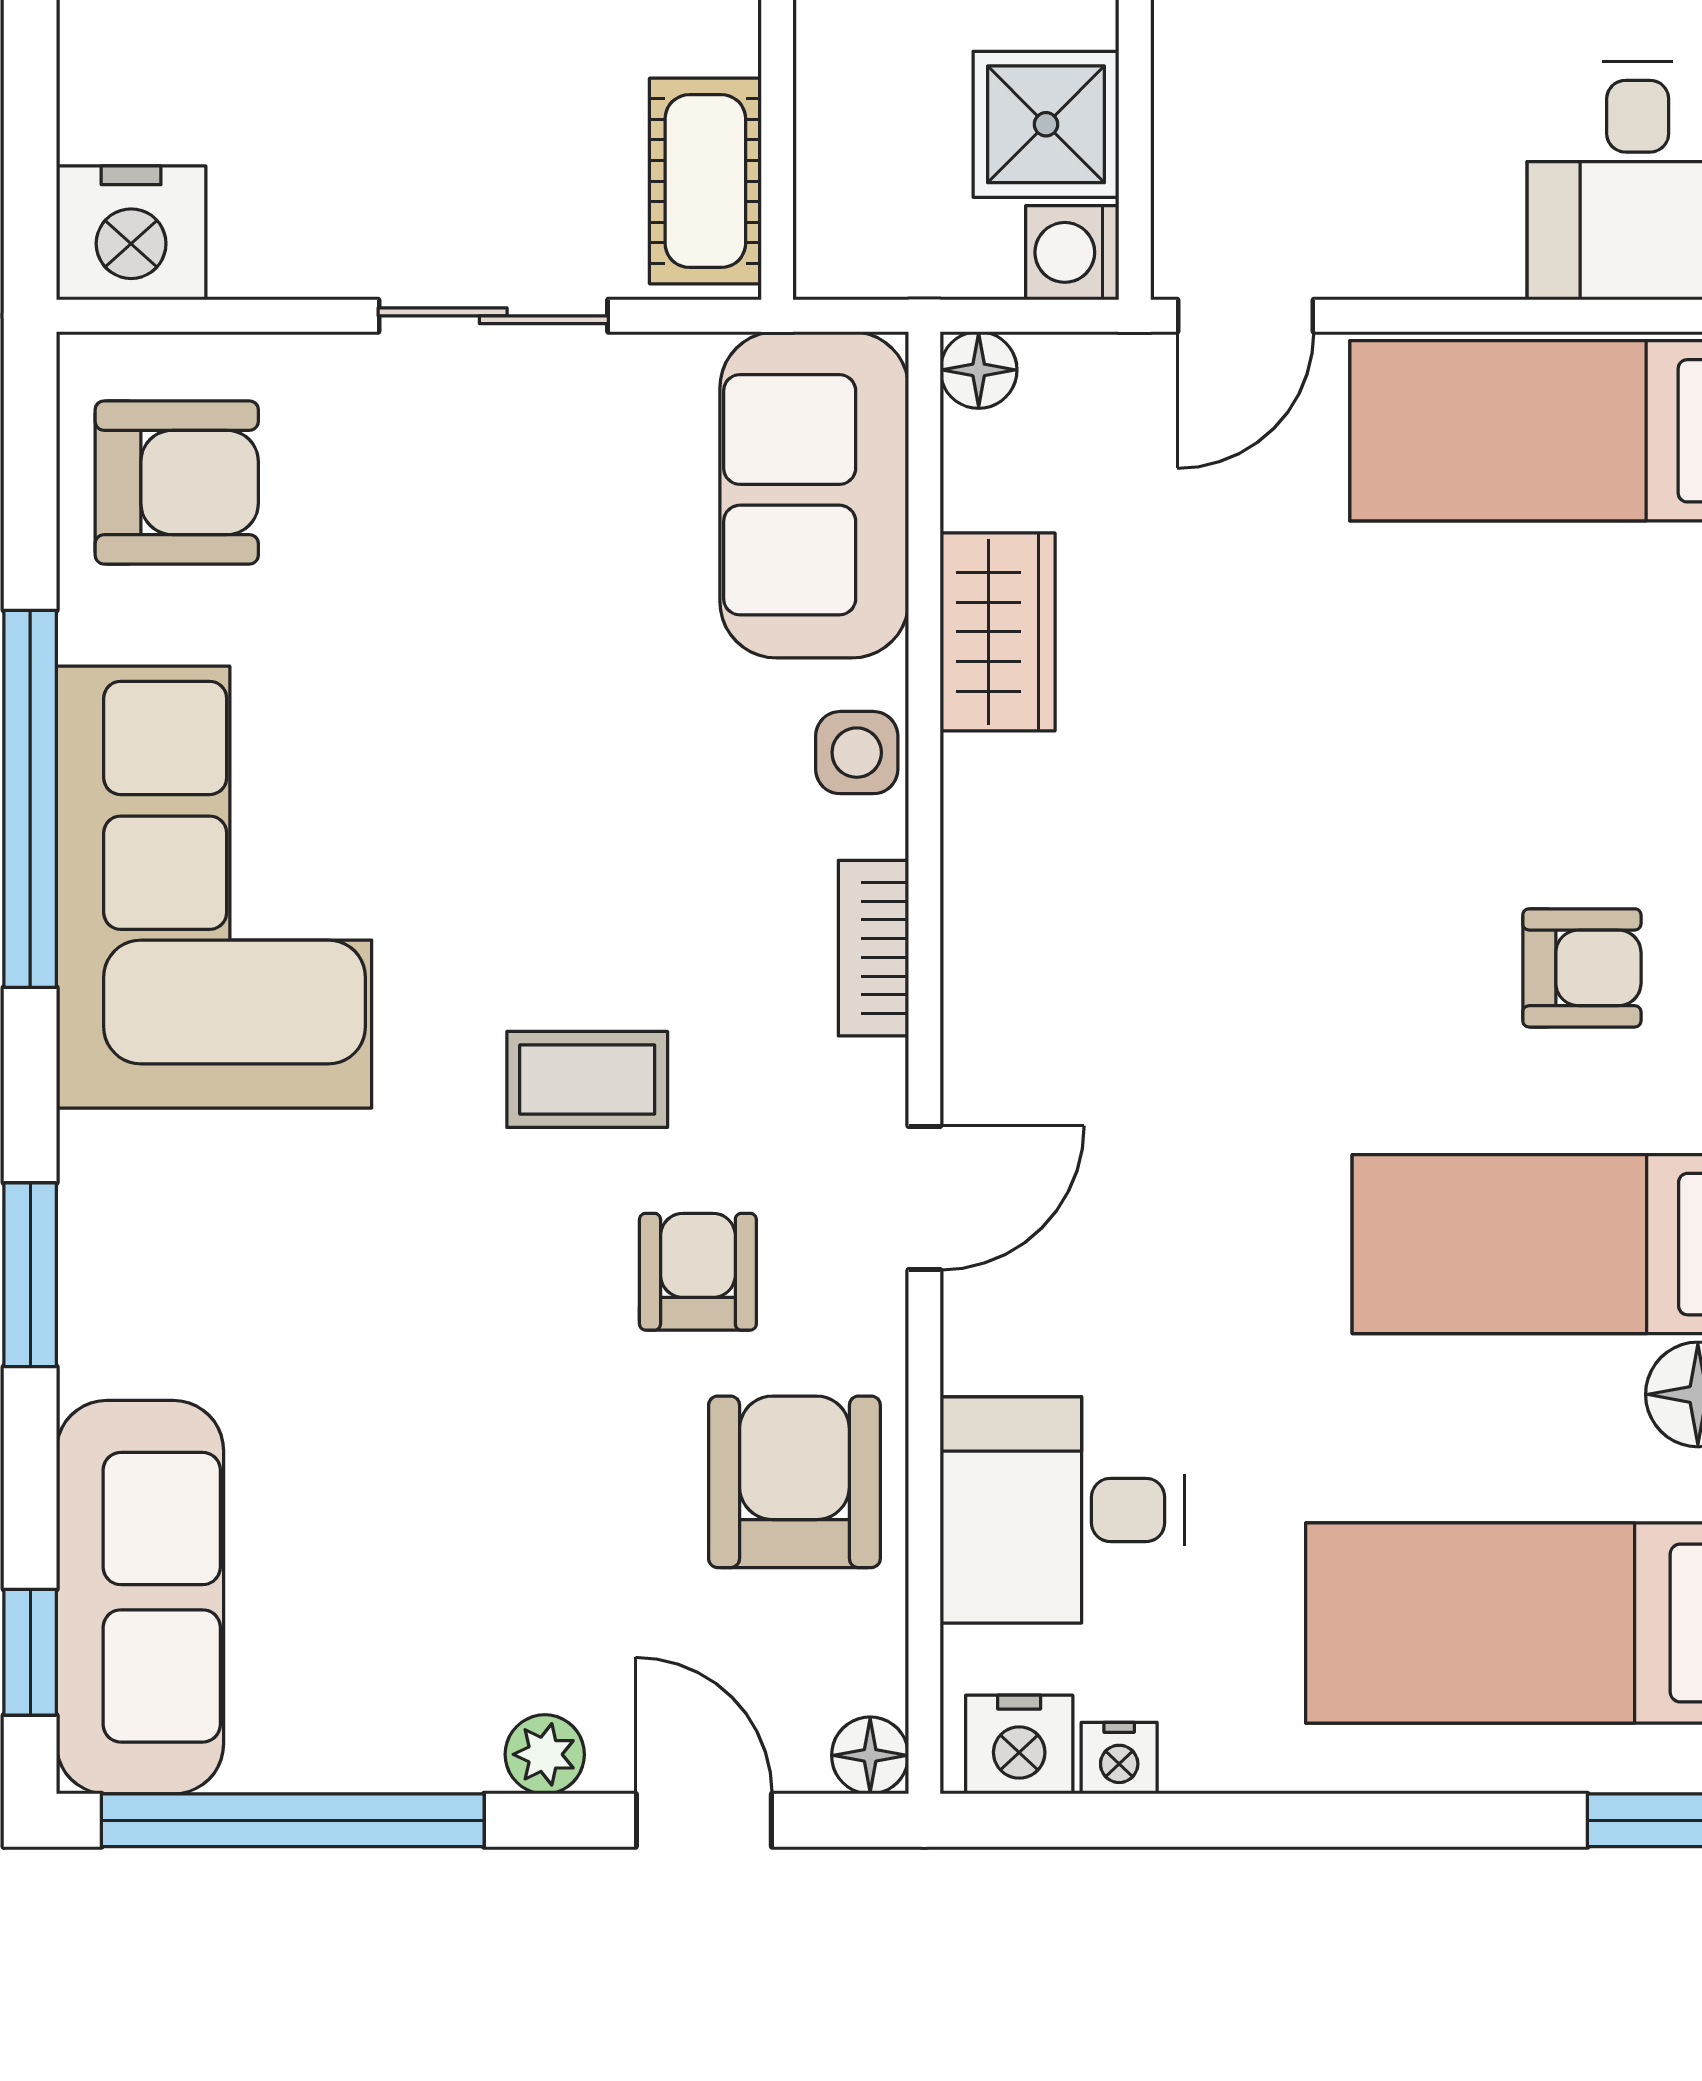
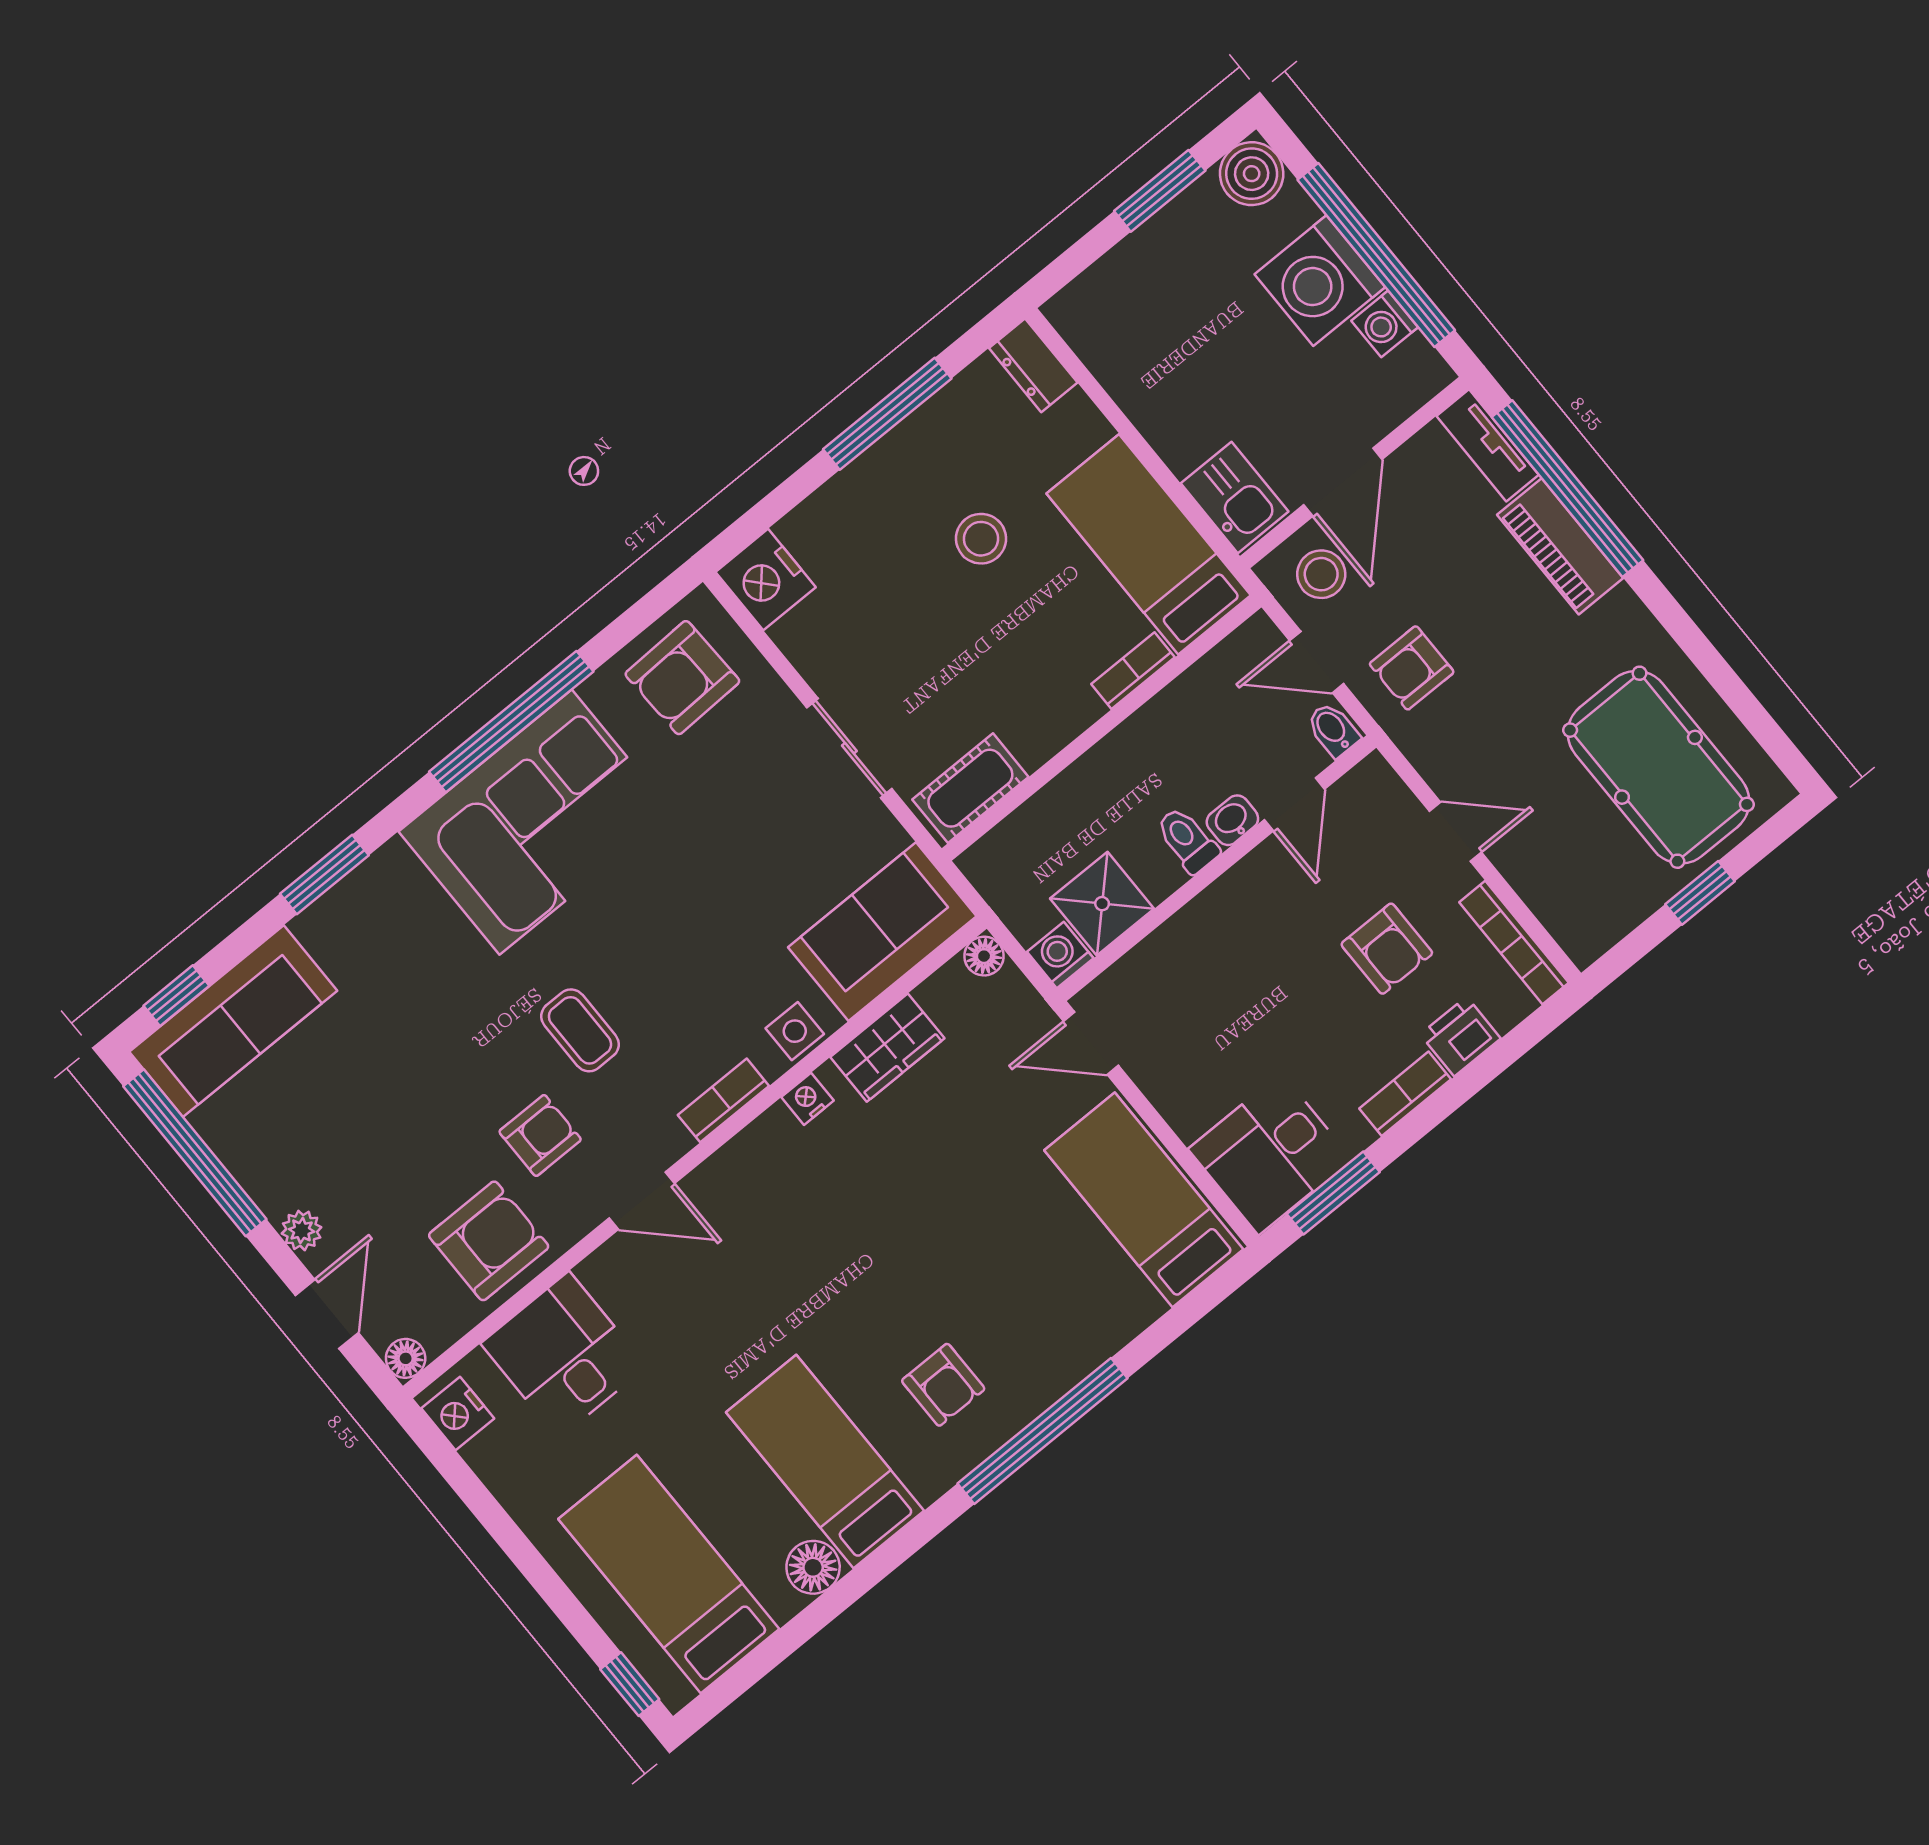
armchair: (177, 482) -> (682, 678), turned 88
nightstand: (1119, 1758) -> (808, 1099), moved, turned 90

